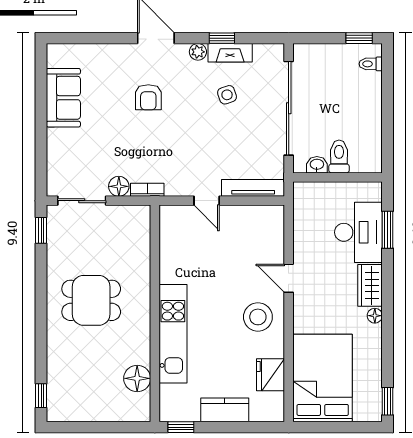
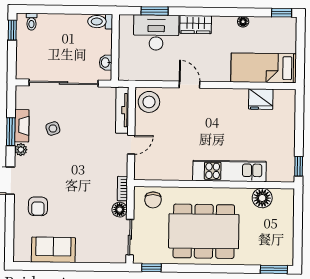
window: (222, 38) -> (11, 132), width x1.50
armchair: (148, 97) -> (38, 206), moved, turned 90
toilet: (339, 157) -> (100, 22), moved
chair: (133, 231) -> (153, 200), added
door: (289, 278) -> (189, 85), swing flipped
dining table: (91, 300) -> (204, 231), width x1.88, depth x1.24
floor lamp: (375, 316) -> (243, 22), moved
stool: (258, 317) -> (149, 102), moved
bed: (323, 378) -> (264, 68), width x0.67
window: (41, 396) -> (274, 269), width x1.50
kitchen counter: (225, 410) -> (286, 133), removed

